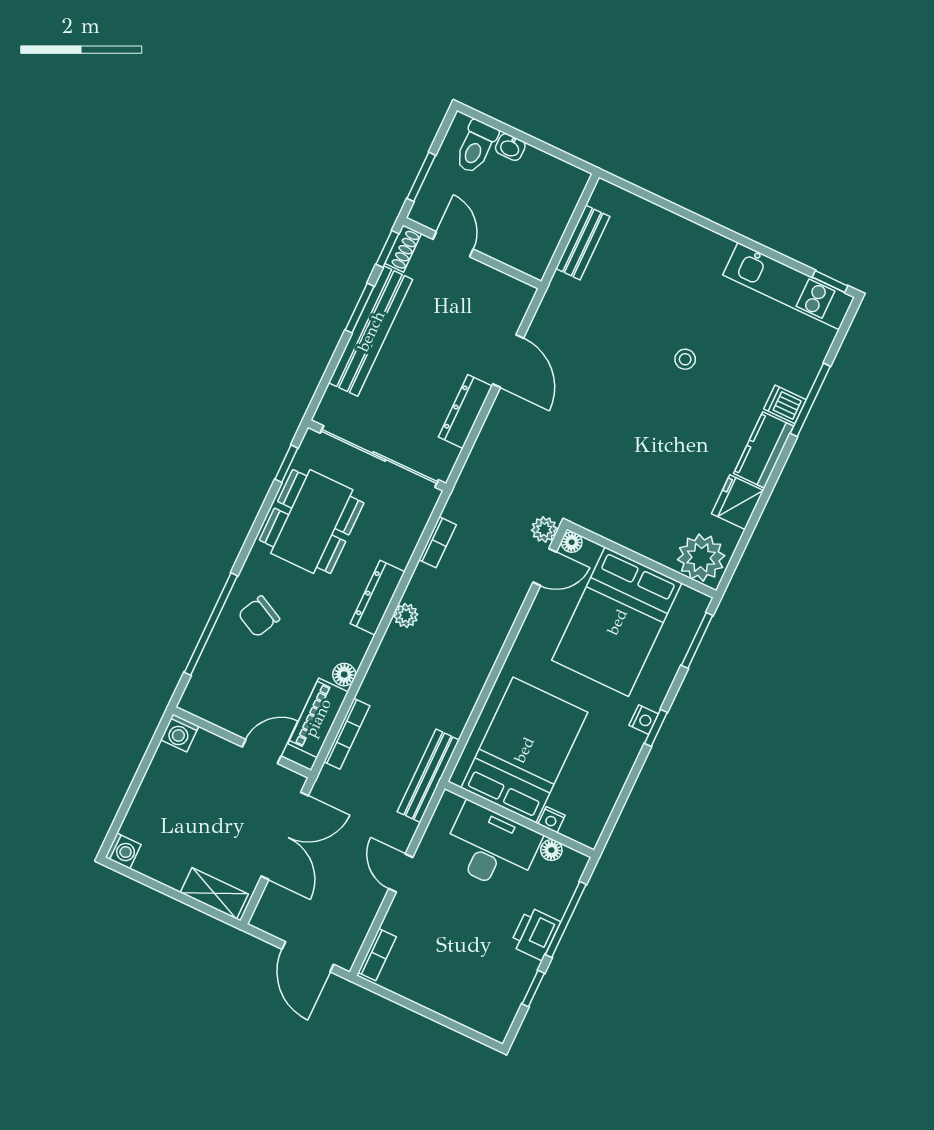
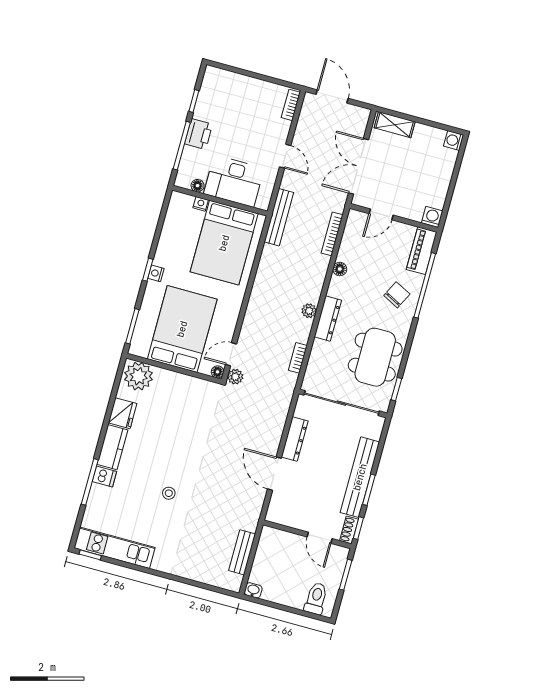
washbasin: (510, 147) -> (253, 590), moved
piano: (318, 718) -> (422, 251), moved, turned 180

